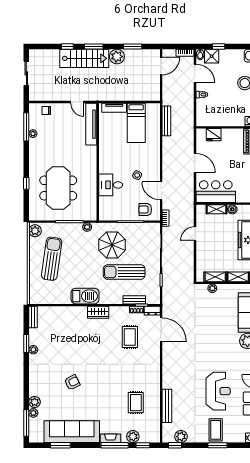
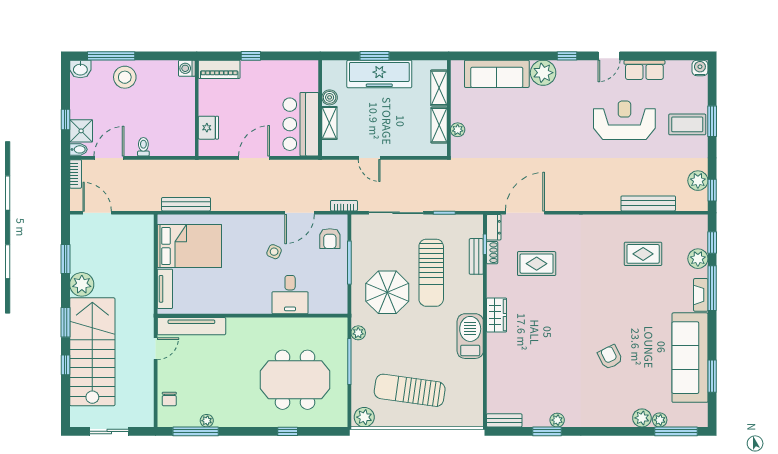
stairs: (84, 58) -> (92, 352), width x1.36, depth x1.51
bed: (136, 123) -> (189, 246), width x1.50

